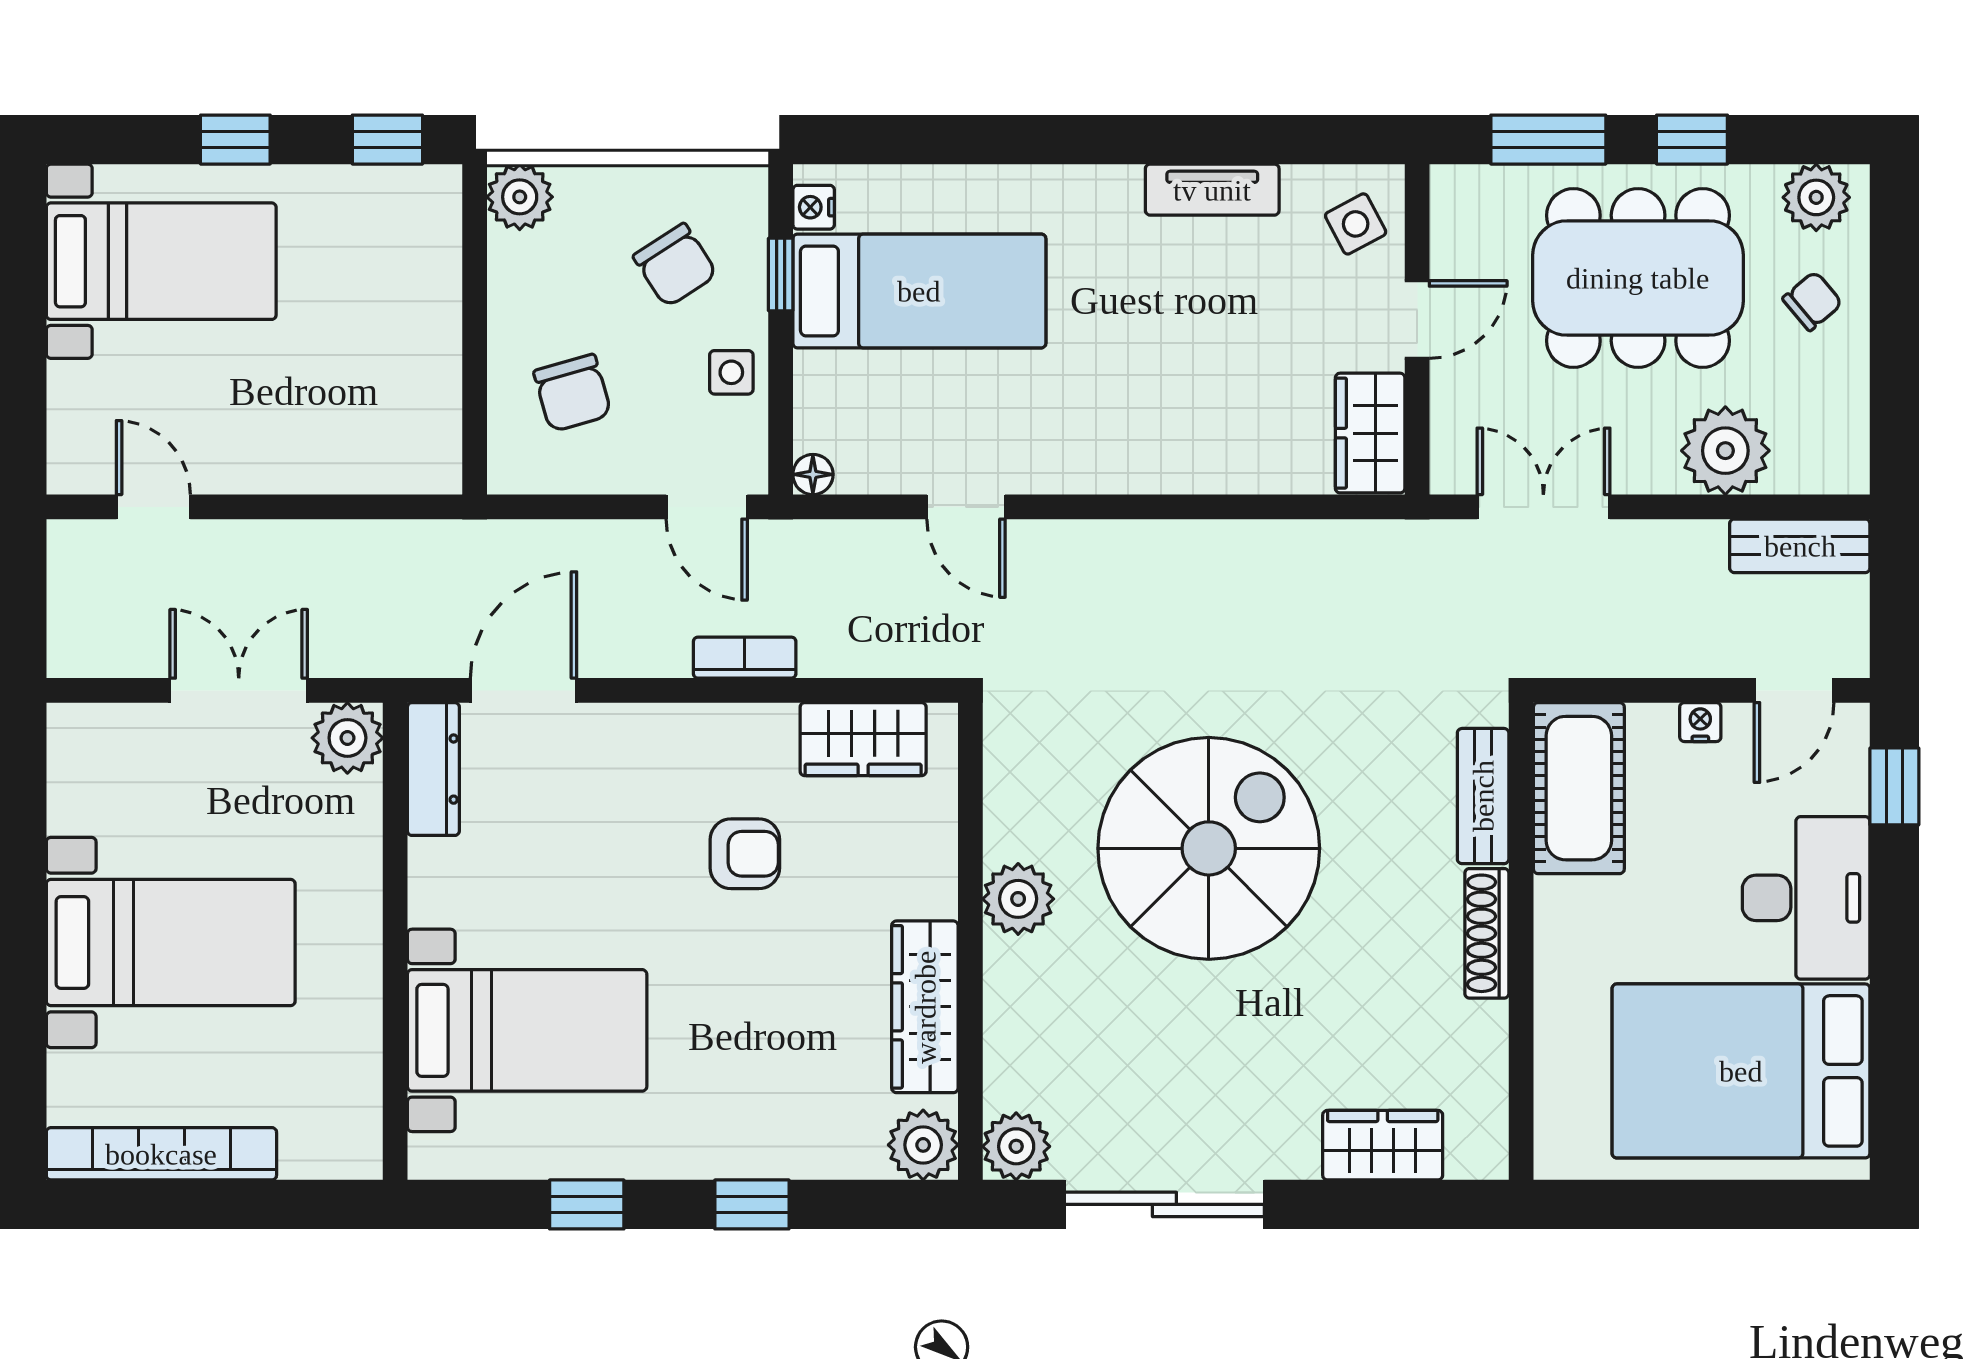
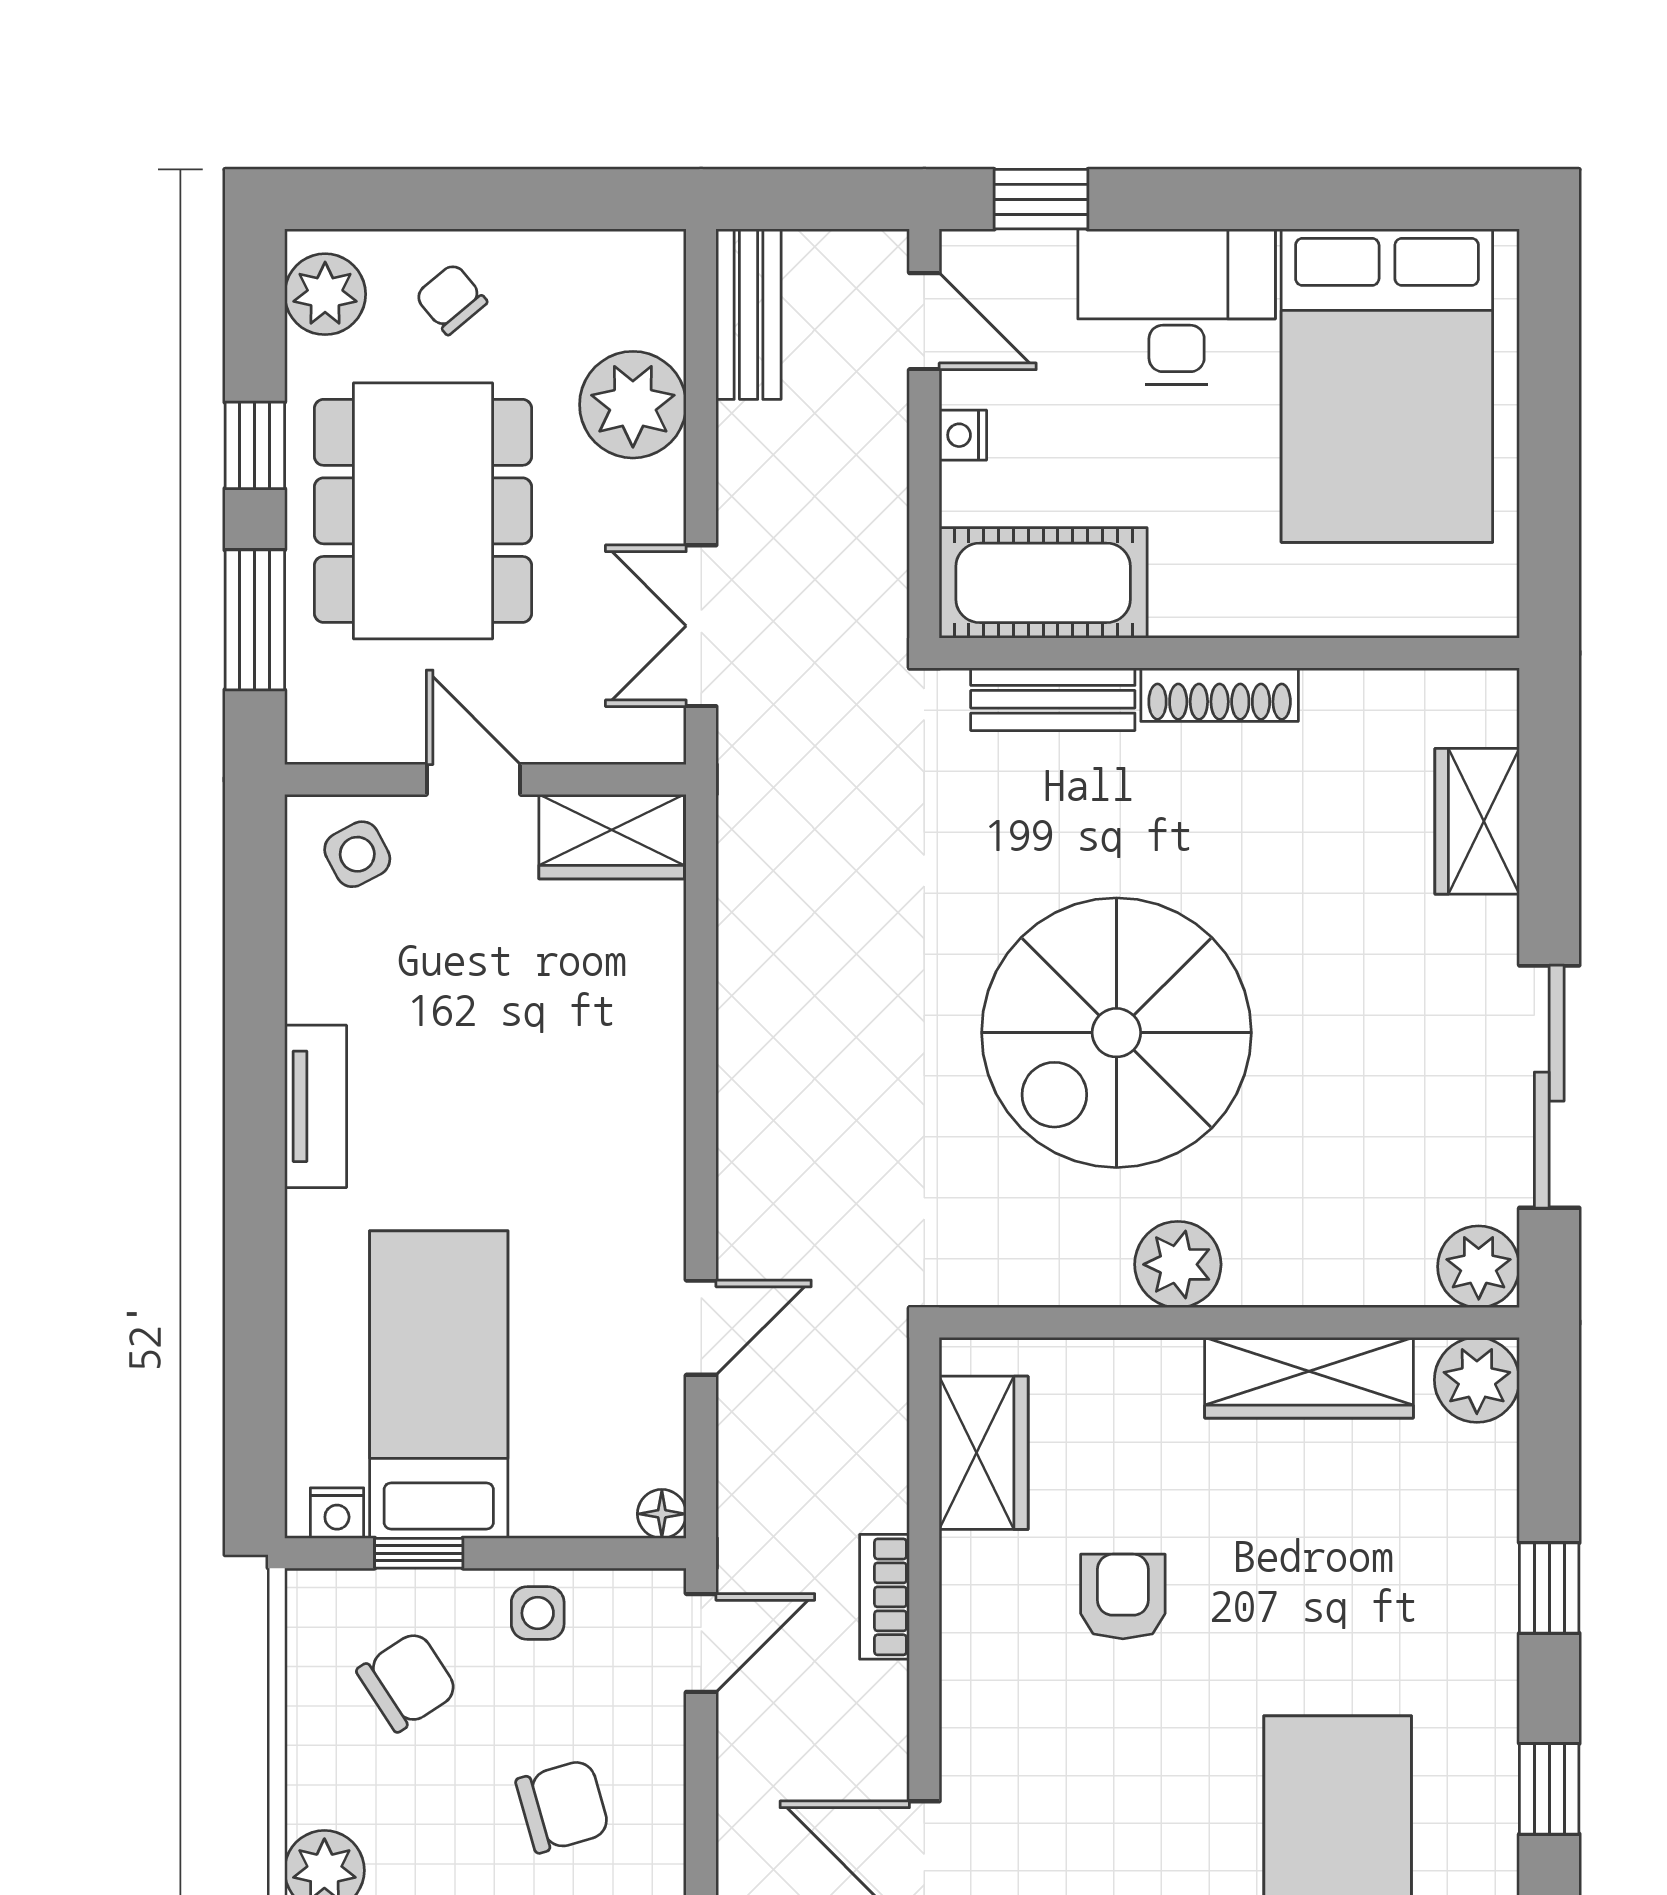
tv unit: (1212, 190) -> (316, 1106), moved
spiral stairs: (1209, 848) -> (1116, 1033), turned -90

